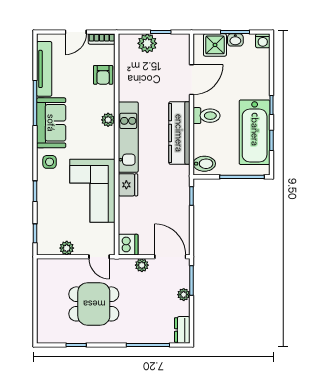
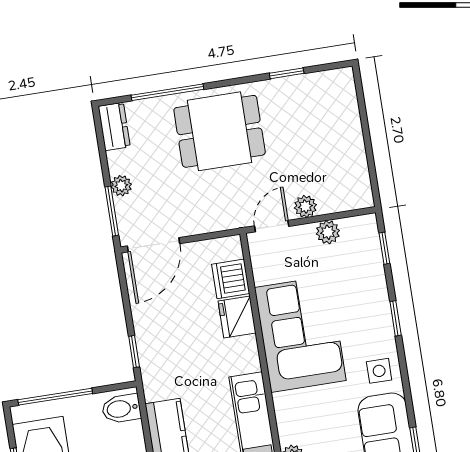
fridge: (128, 185) -> (237, 317), moved
dishwasher: (128, 245) -> (231, 279), moved
door: (99, 257) -> (272, 226), hinge flipped
door: (170, 257) -> (154, 245), hinge flipped
plant: (142, 265) -> (305, 206), moved
dining table: (94, 304) -> (220, 131), moved

